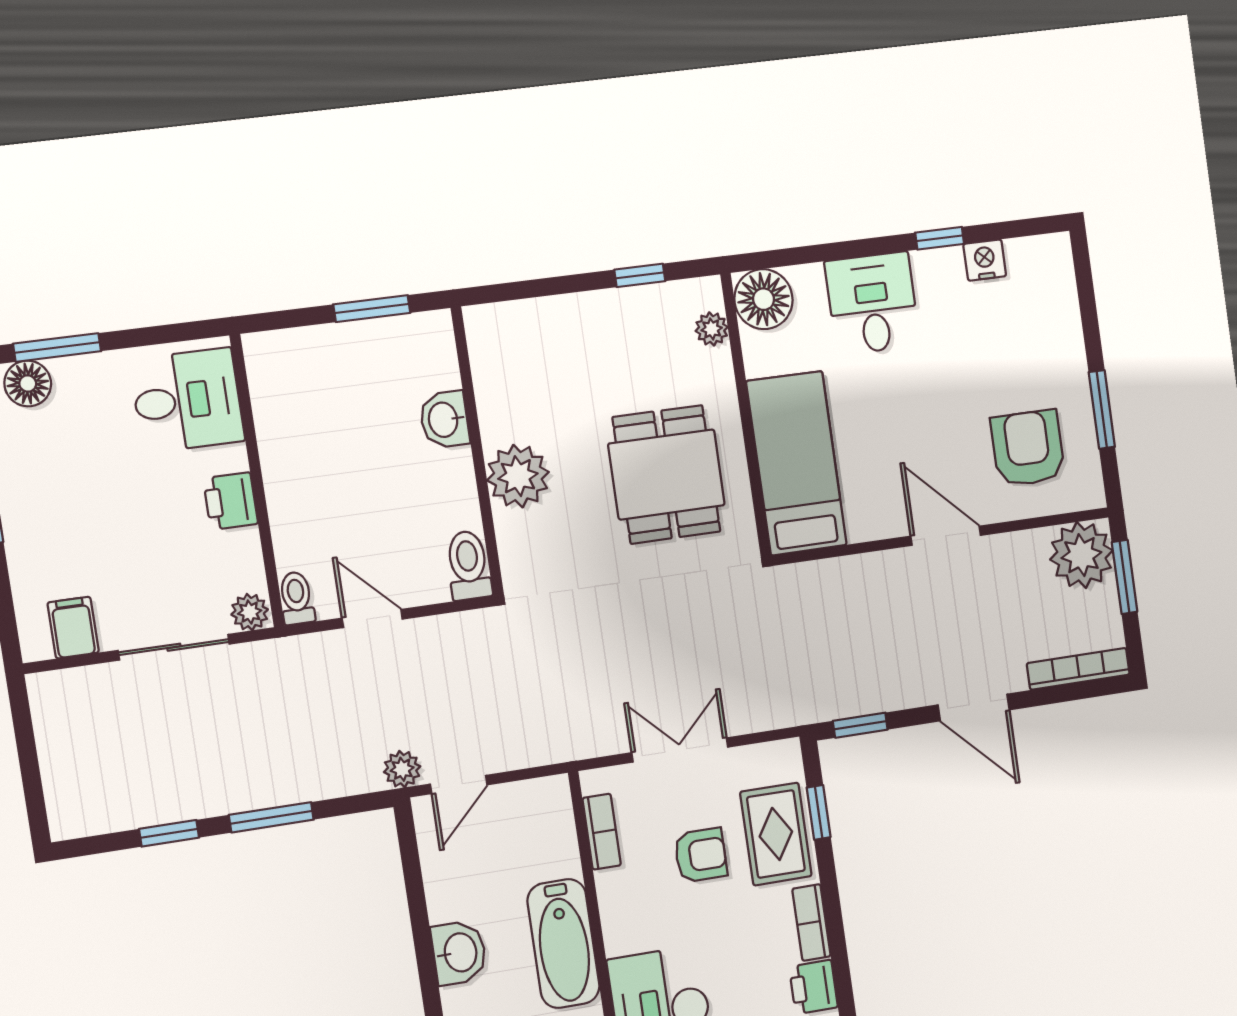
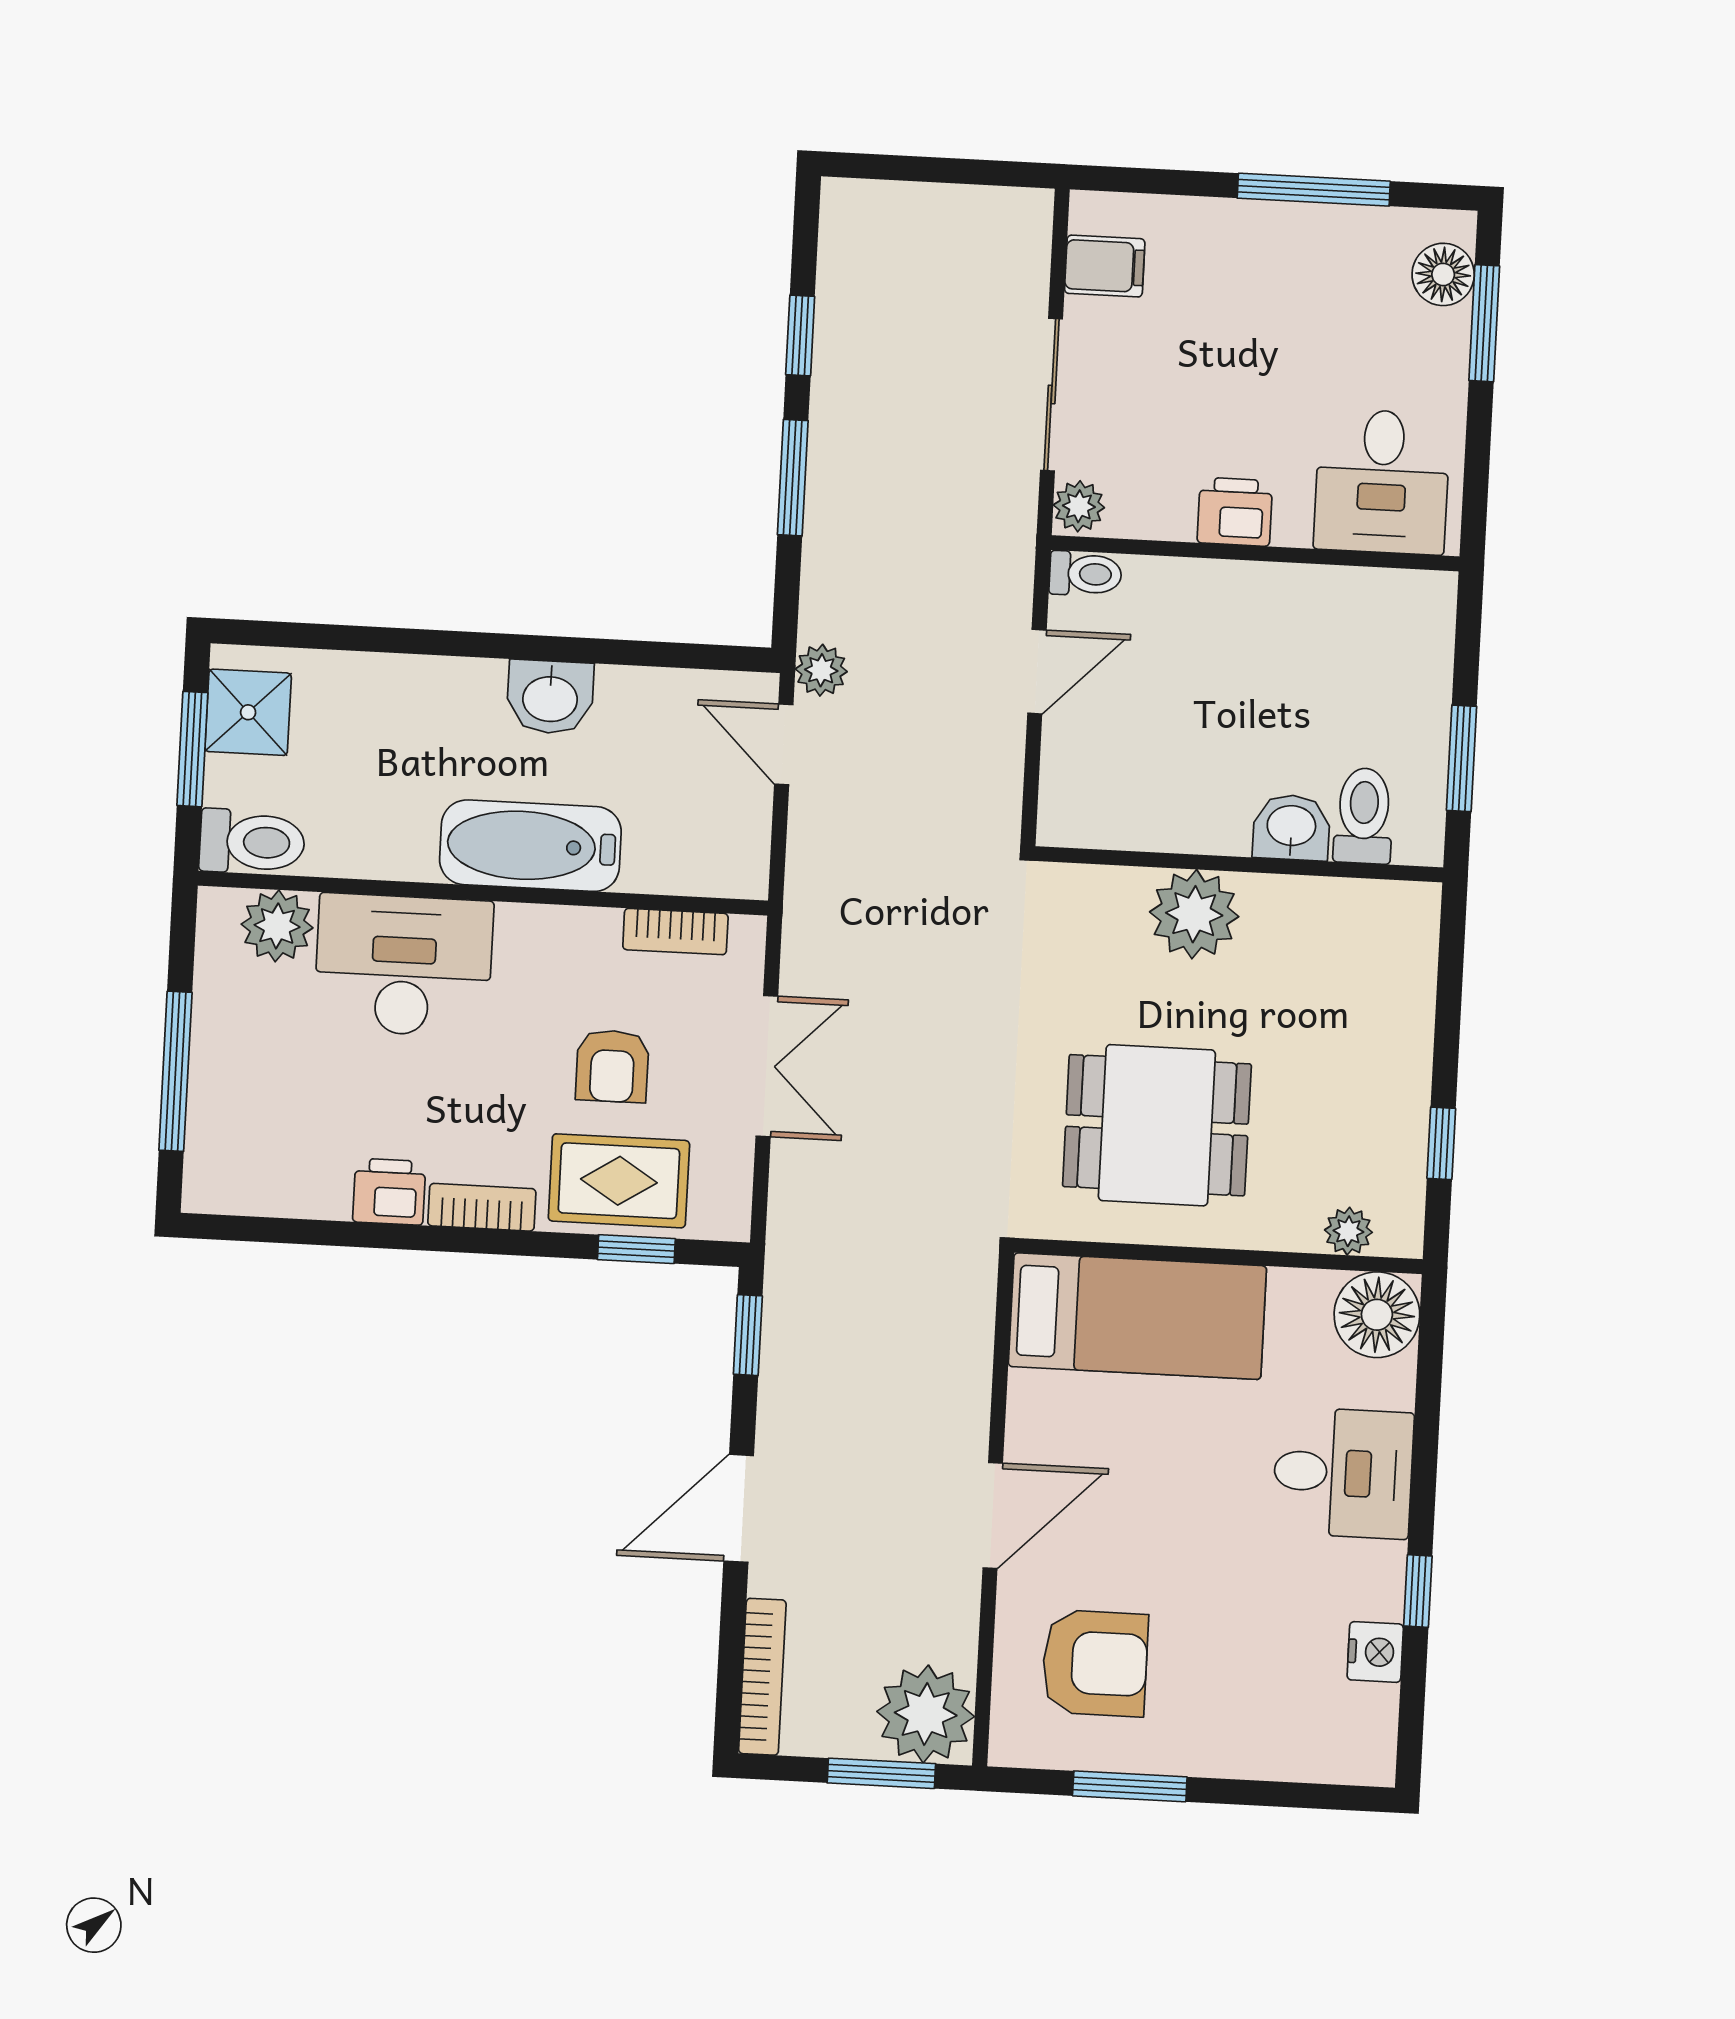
toilet: (468, 565) -> (1364, 816), moved, turned -90

